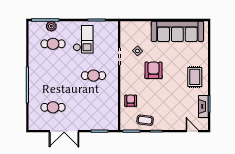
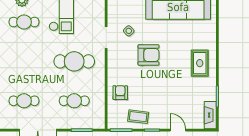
armchair: (153, 70) -> (149, 55), turned 90
cafe table: (93, 76) -> (74, 61), width x1.37, depth x1.35
fireplace: (203, 106) -> (210, 115), moved
cafe table: (93, 107) -> (74, 101), added
door: (192, 131) -> (178, 130), moved

